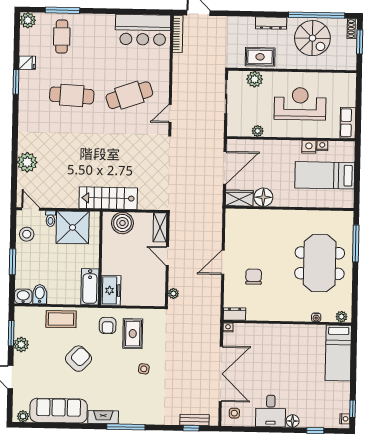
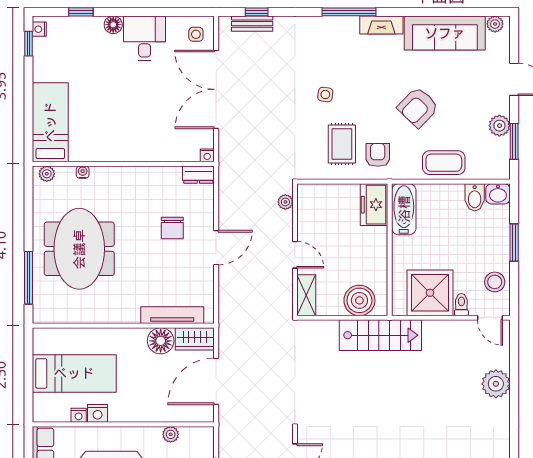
tv unit: (255, 215) -> (172, 315), added

